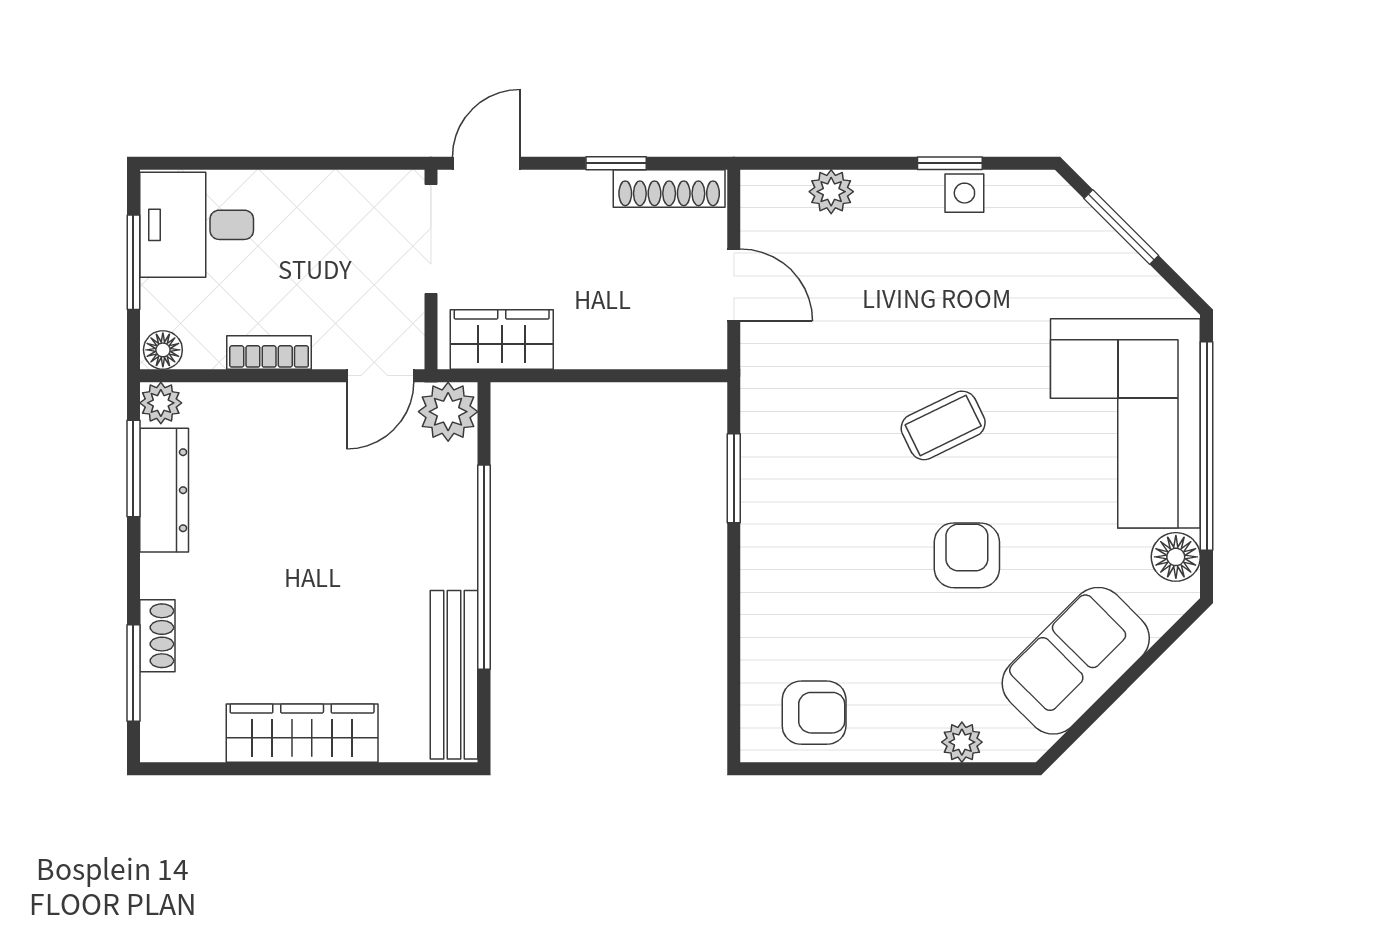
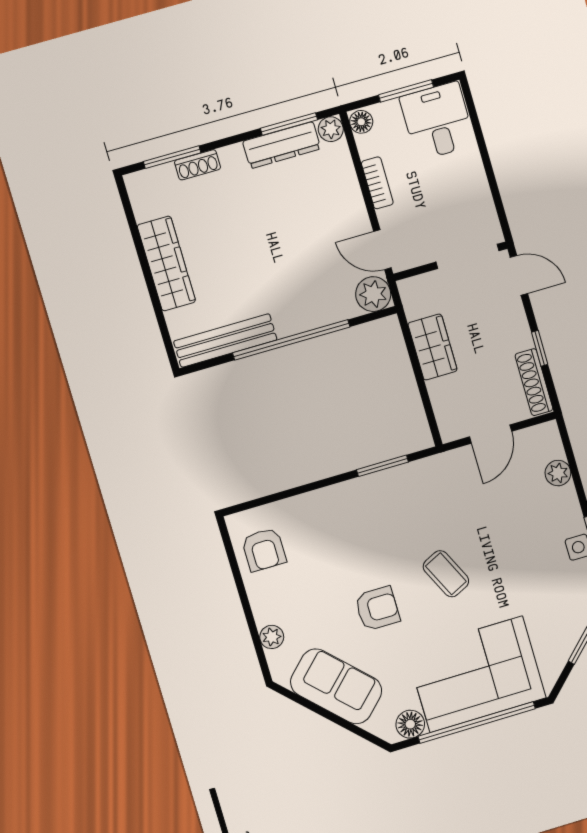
wardrobe: (502, 339) -> (433, 347), moved

